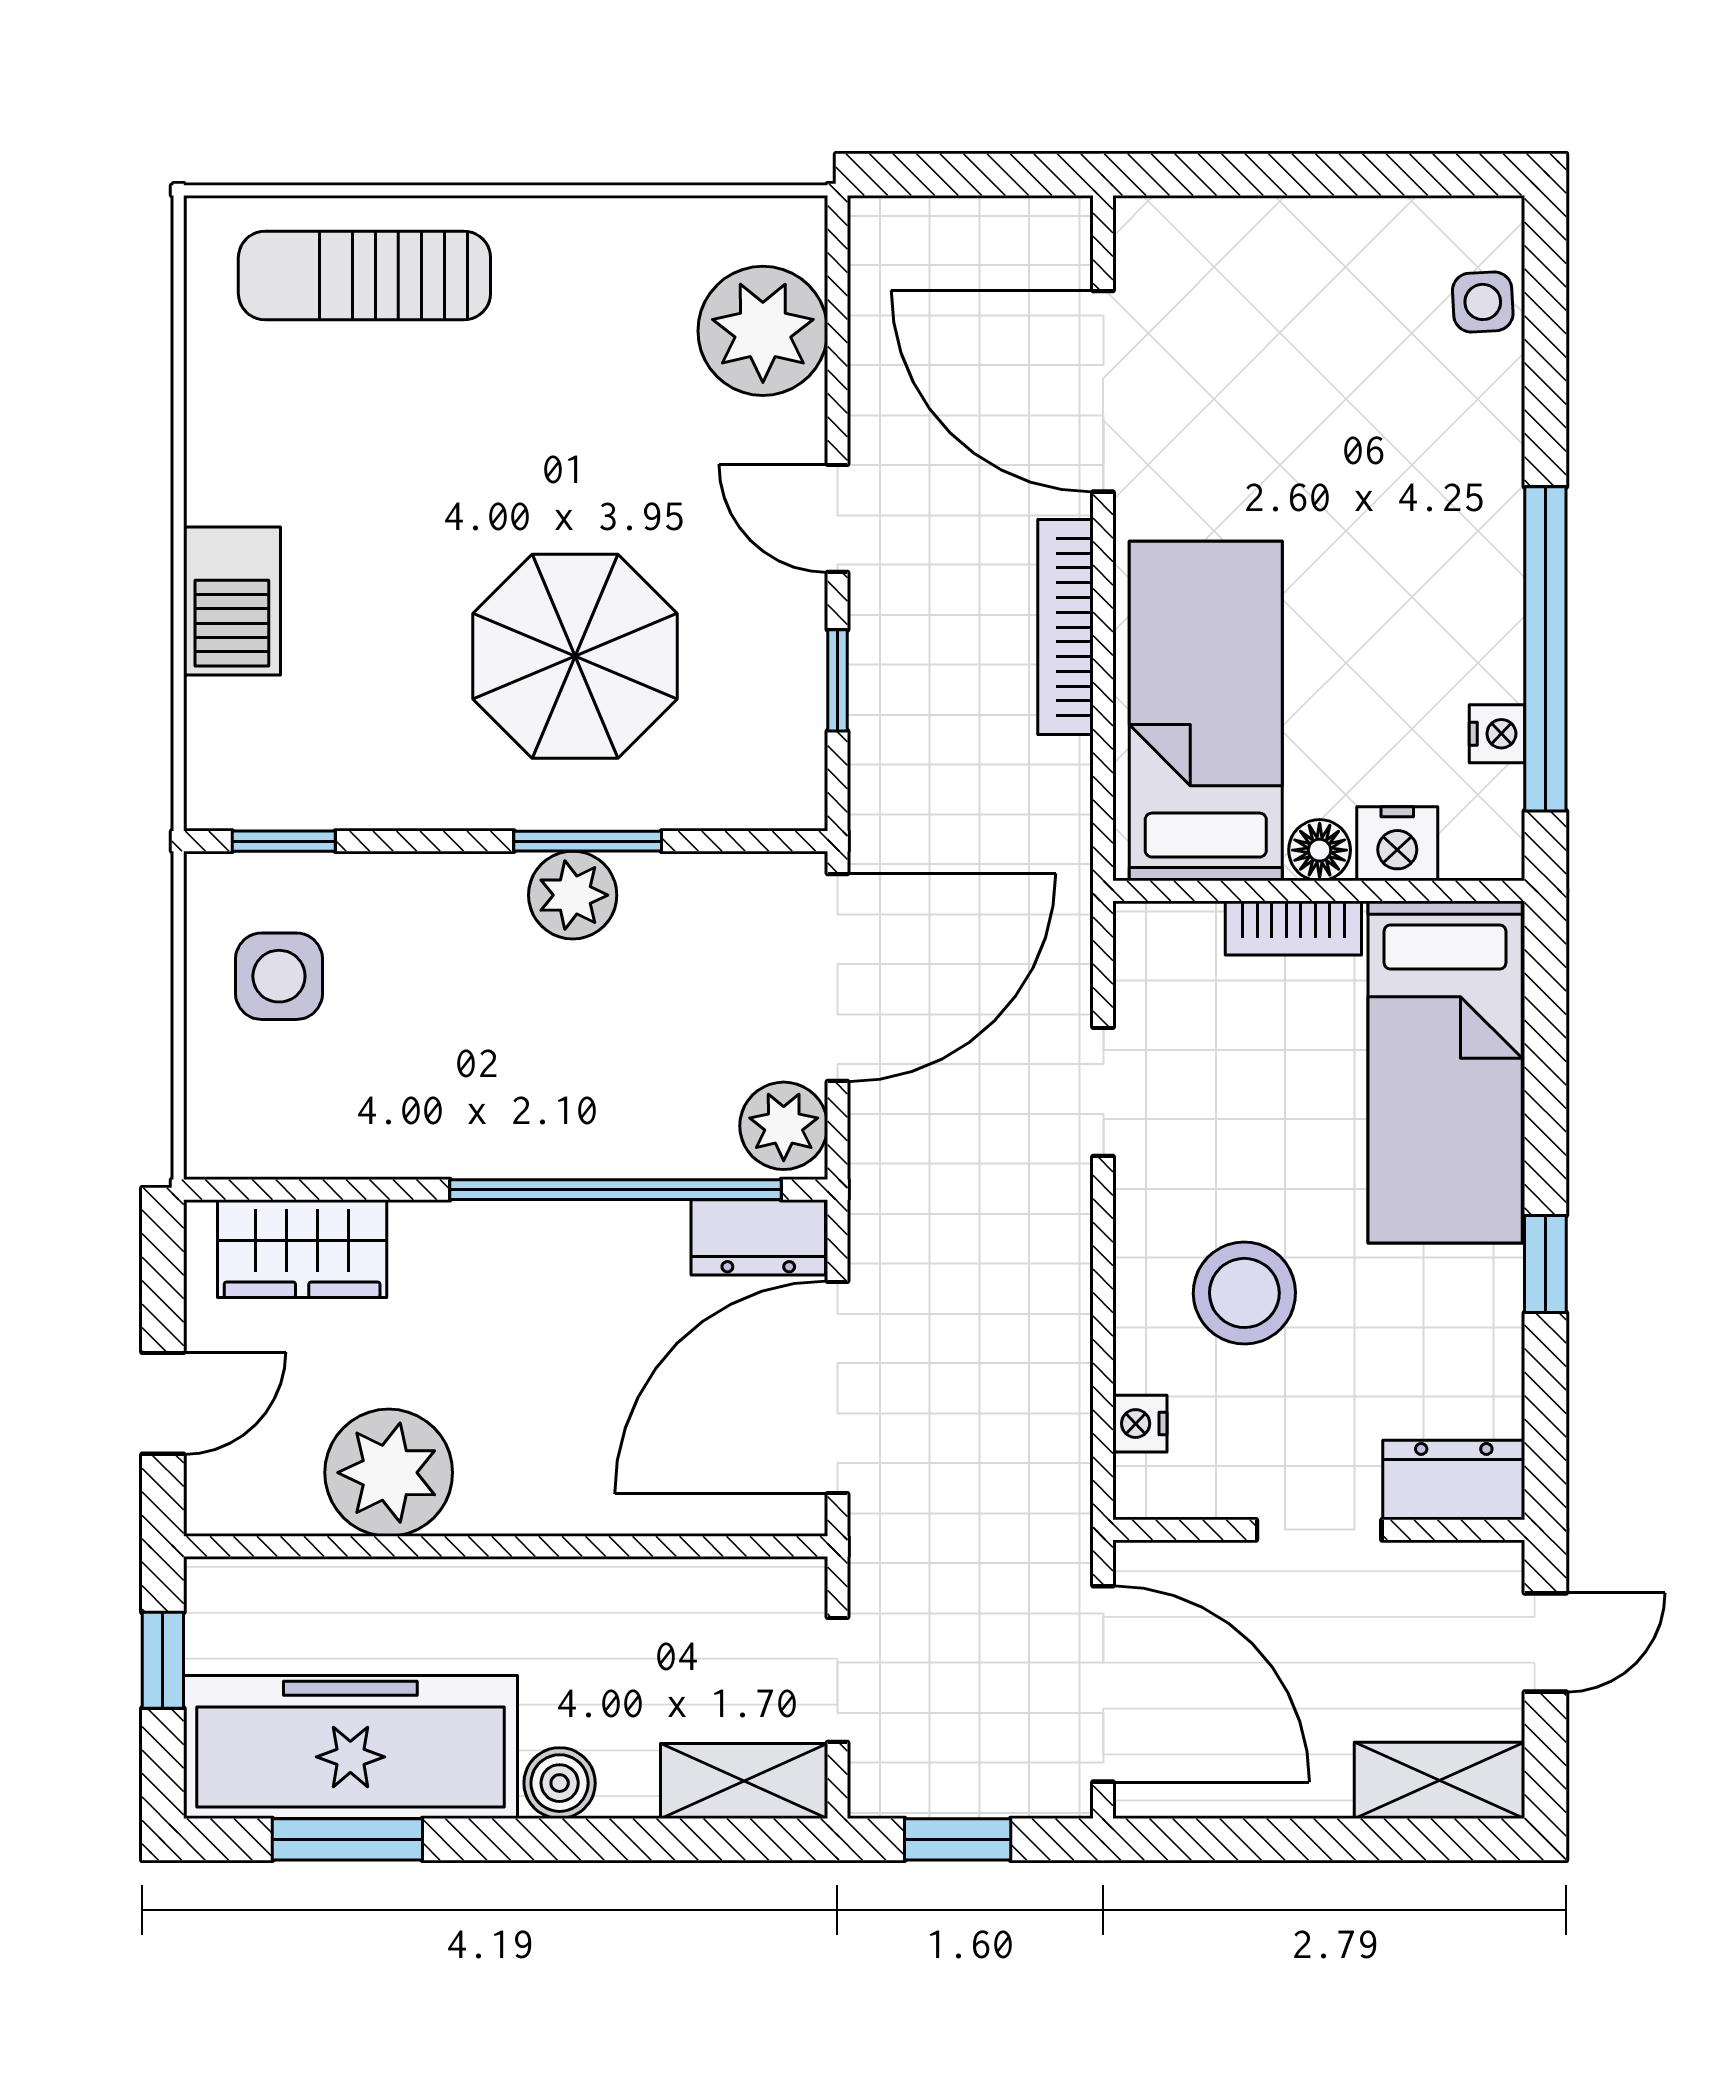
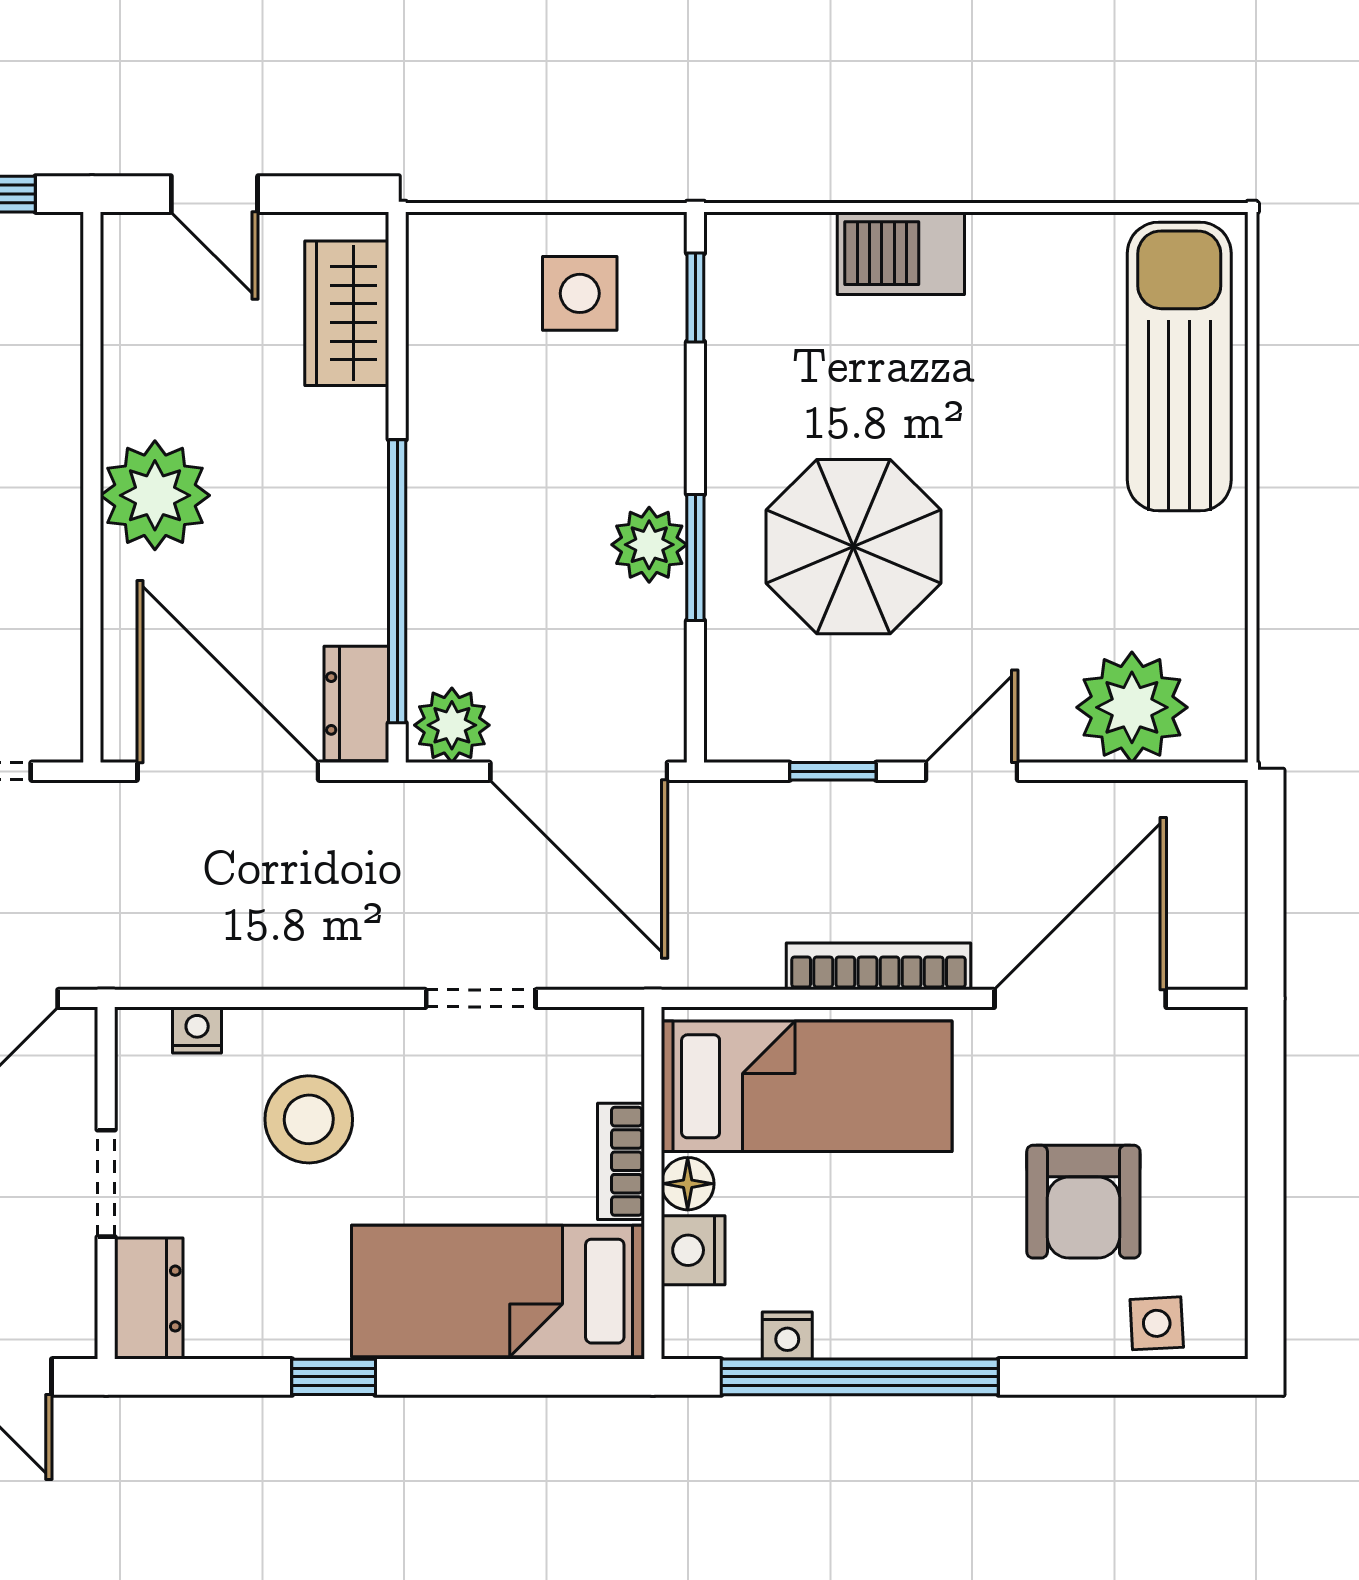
sun lounger: (364, 276) -> (1179, 367), width x1.36, depth x1.34
armchair: (1340, 388) -> (1083, 1202), added
plant: (389, 1473) -> (155, 495), moved

